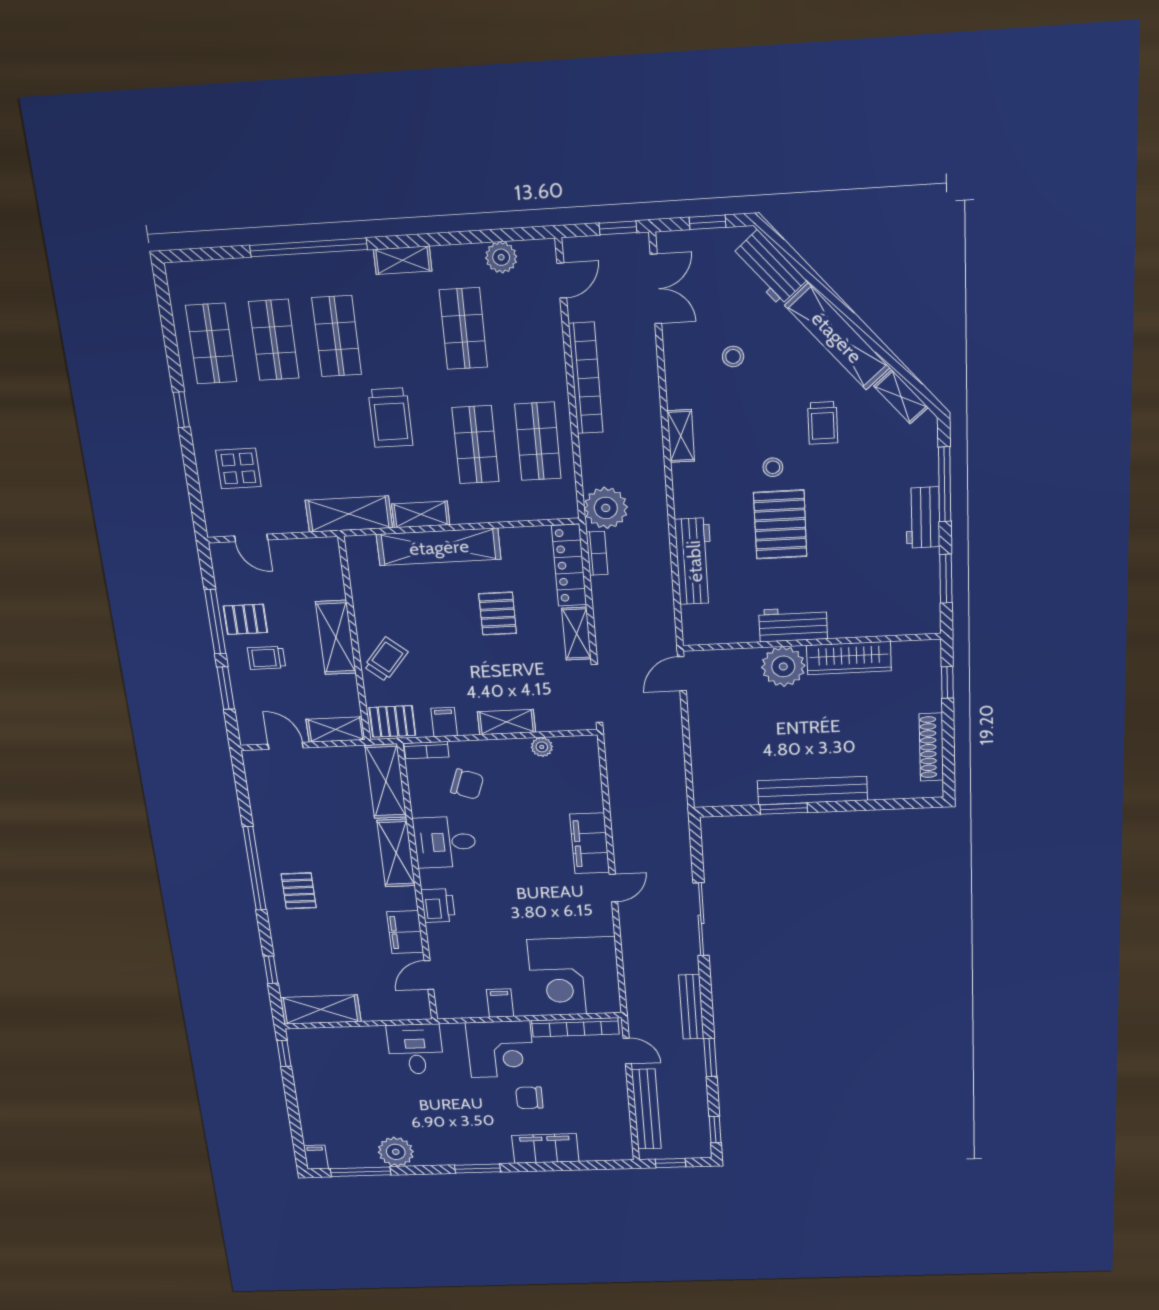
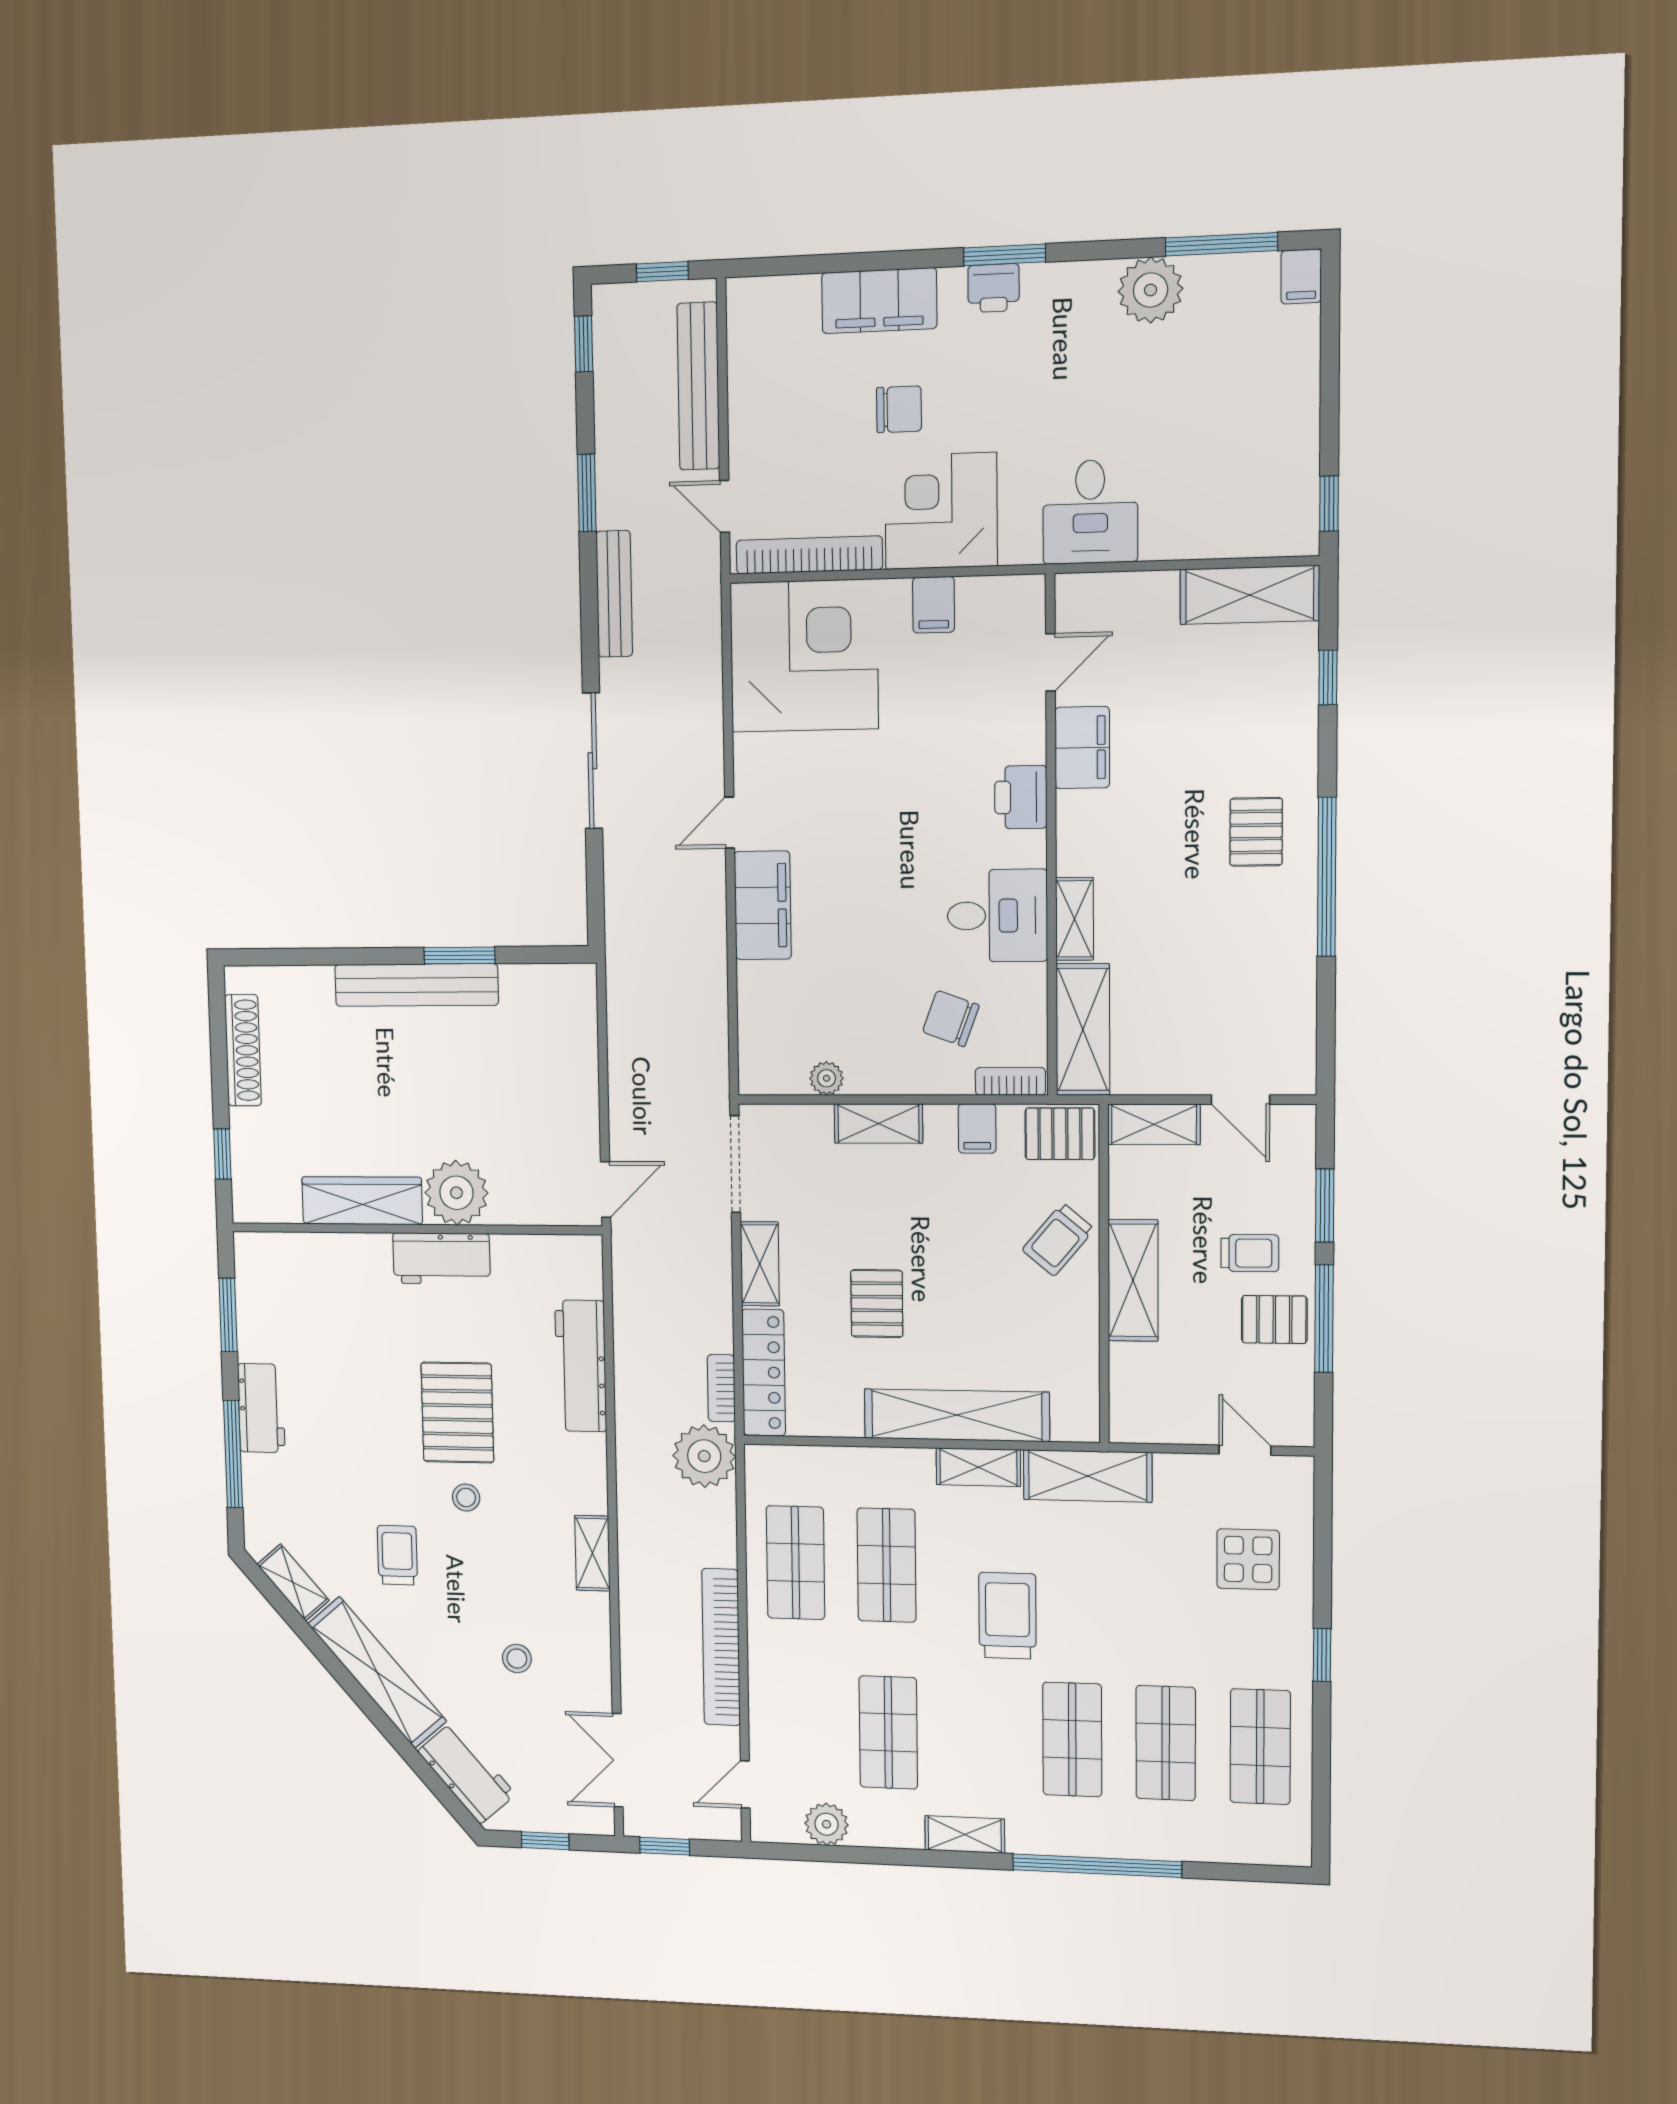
shelving: (396, 853) -> (1074, 919), width x0.67, depth x0.75
printer: (482, 1154) -> (994, 288), added

